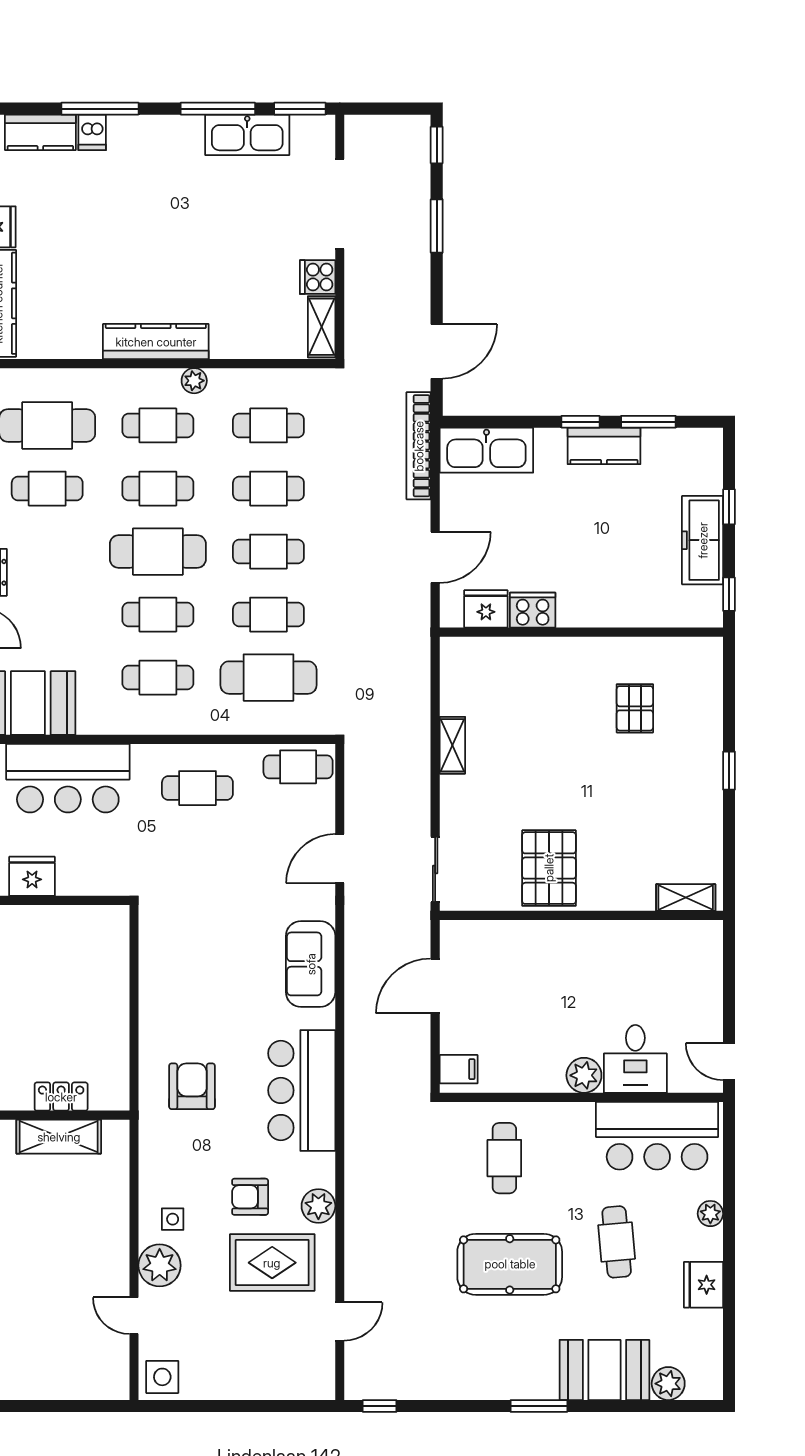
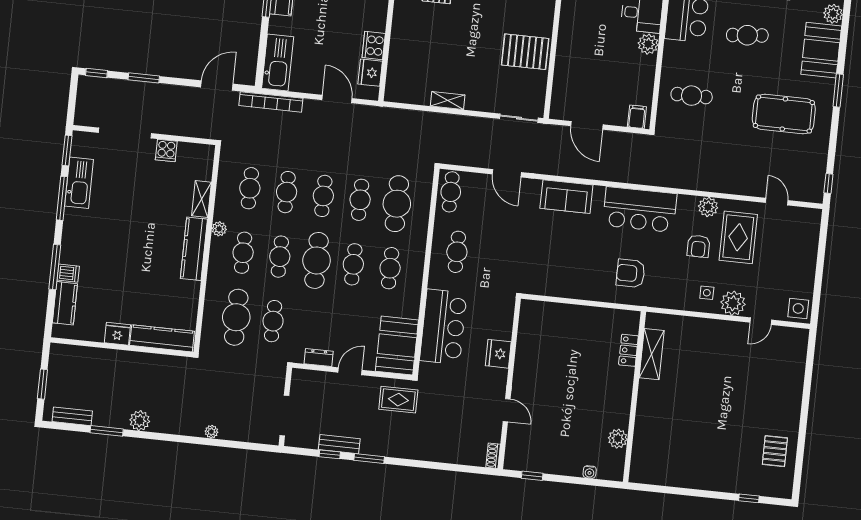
shelving: (322, 327) -> (201, 199), moved, turned 90
door: (437, 351) -> (217, 86), hinge flipped
pool table: (510, 1264) -> (784, 114), moved, turned 90

